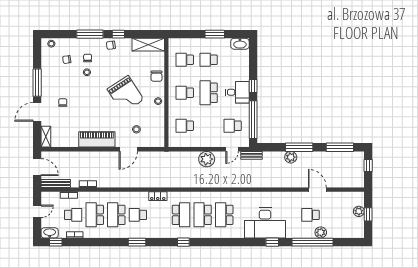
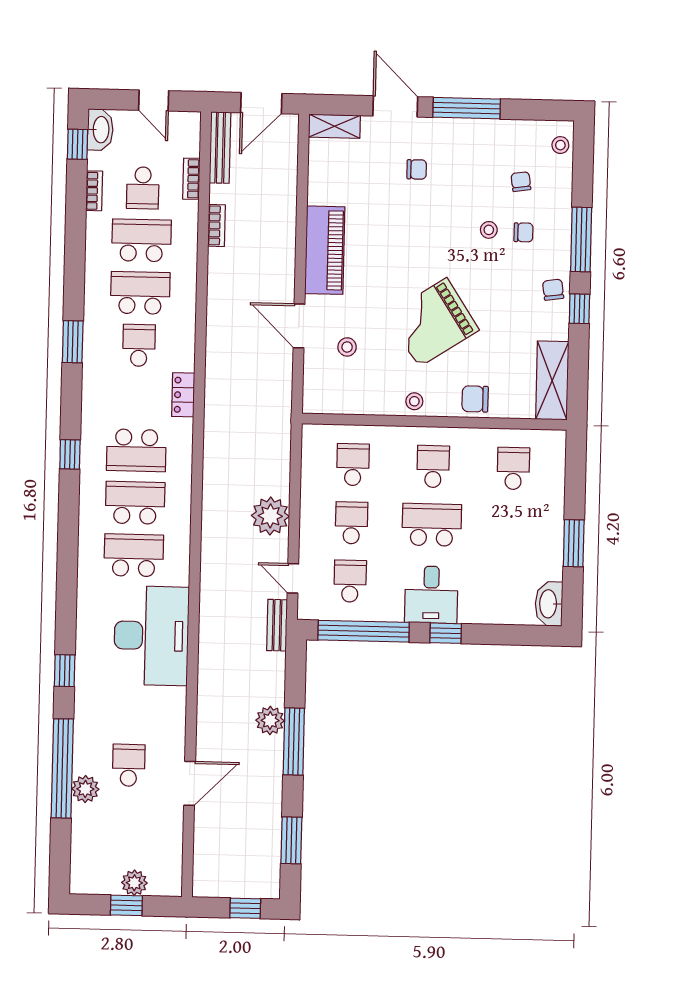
school desk: (209, 60) -> (351, 523), moved
window: (340, 147) -> (291, 840), width x0.69
desk: (265, 223) -> (151, 636), moved, turned 180

